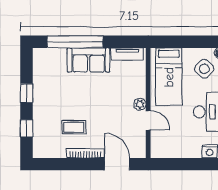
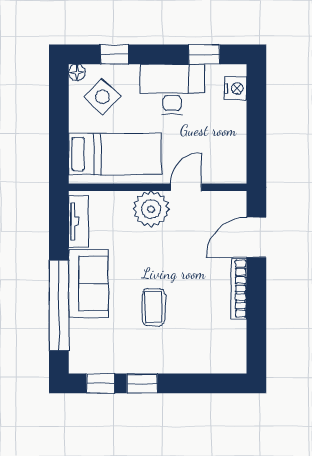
plant: (140, 104) -> (151, 209), width x1.87, depth x1.87
coffee table: (74, 127) -> (154, 307), moved
window: (27, 128) -> (100, 383), moved

